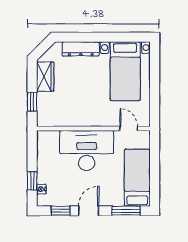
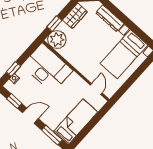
plant: (48, 115) -> (57, 40), added
desk: (87, 150) -> (47, 68), moved

